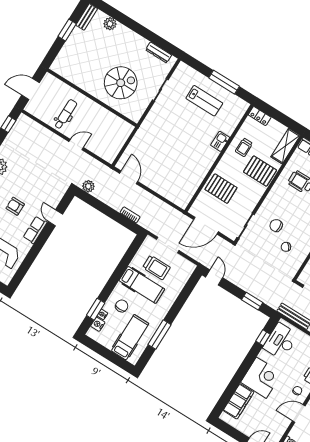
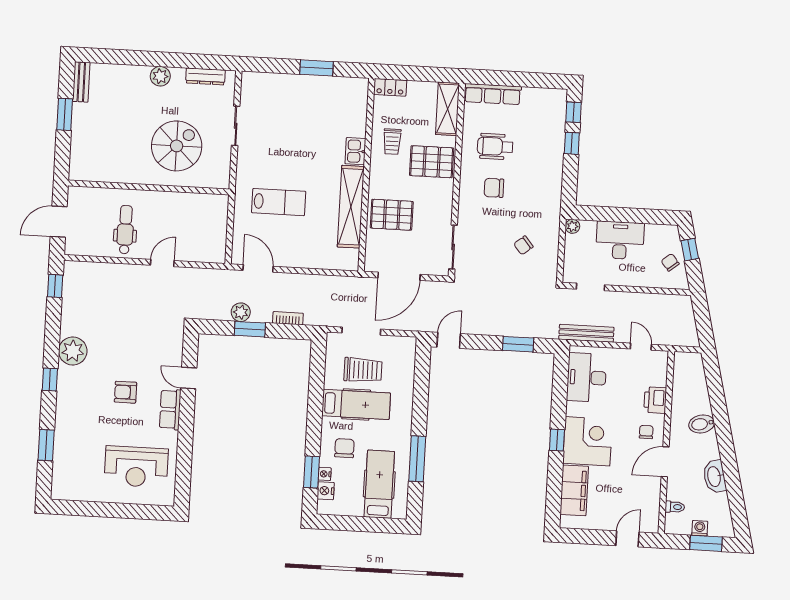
plant: (110, 24) -> (160, 76), moved
window: (224, 82) -> (317, 68), width x0.69
lab bench: (204, 101) -> (279, 202), moved
shelving: (200, 171) -> (351, 207), added
plant: (88, 186) -> (241, 312), moved
window: (105, 209) -> (250, 329), added
chair: (276, 226) -> (494, 188), moved
door: (214, 277) -> (449, 340), hinge flipped
window: (263, 338) -> (557, 440), moved

